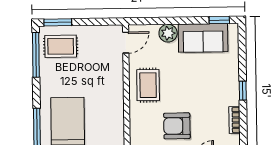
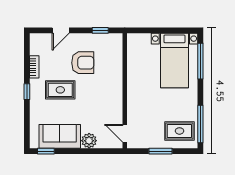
window: (58, 22) -> (161, 151), moved
door: (126, 43) -> (125, 133), hinge flipped
rug: (148, 85) -> (60, 90), moved, turned 90

